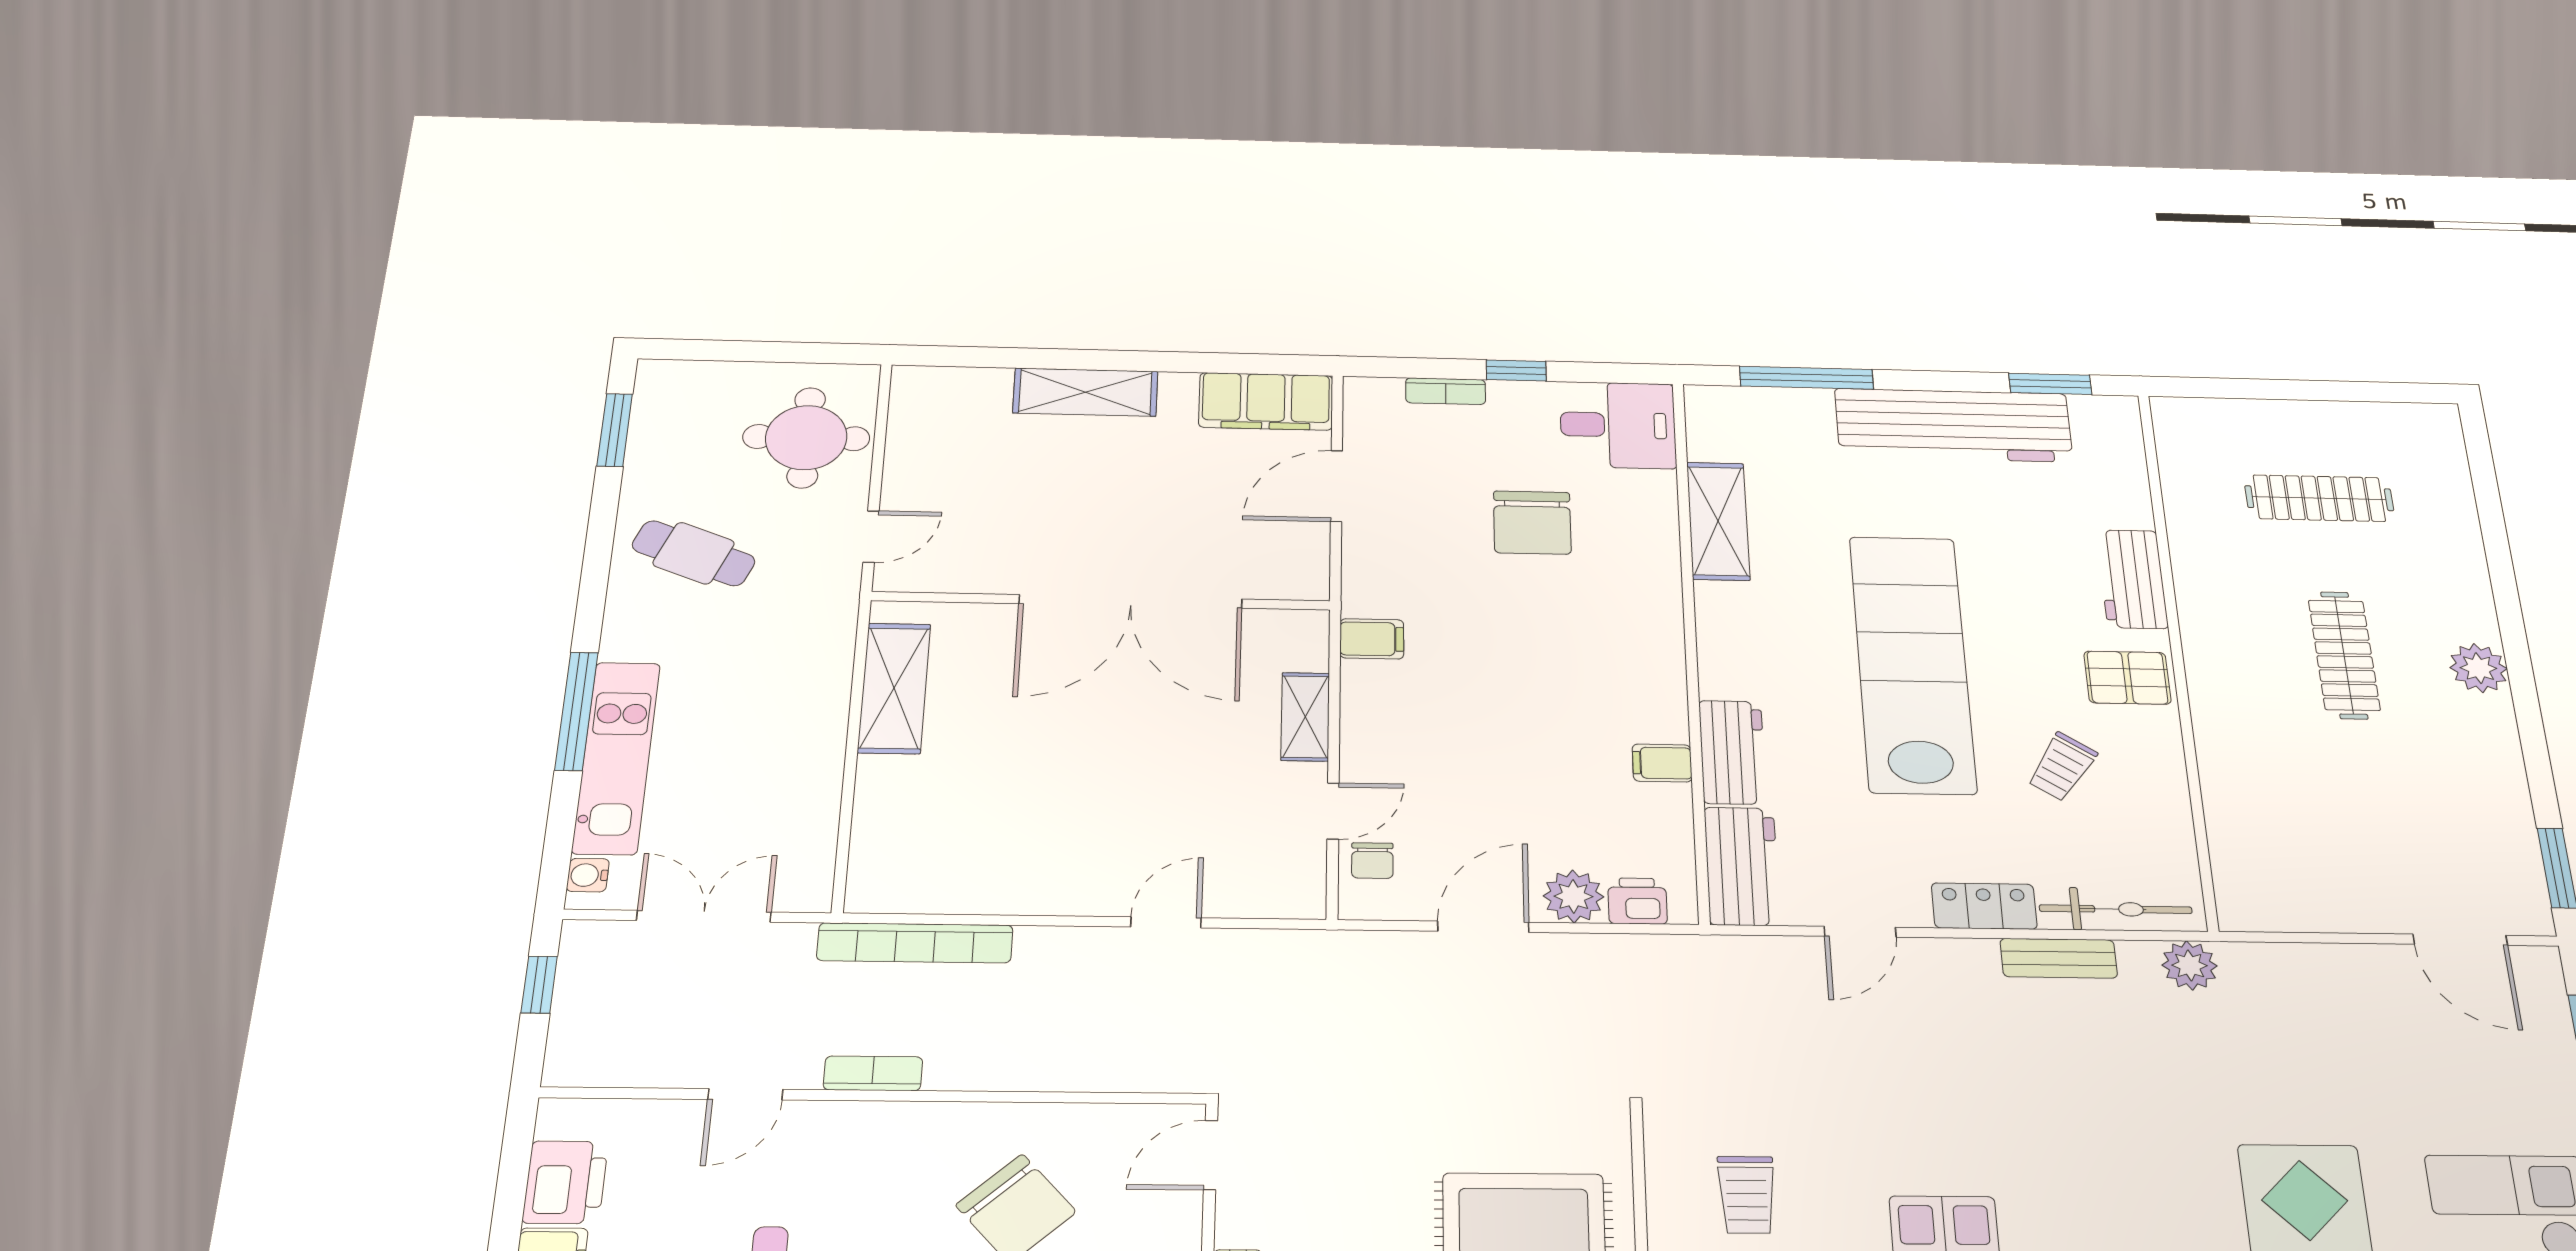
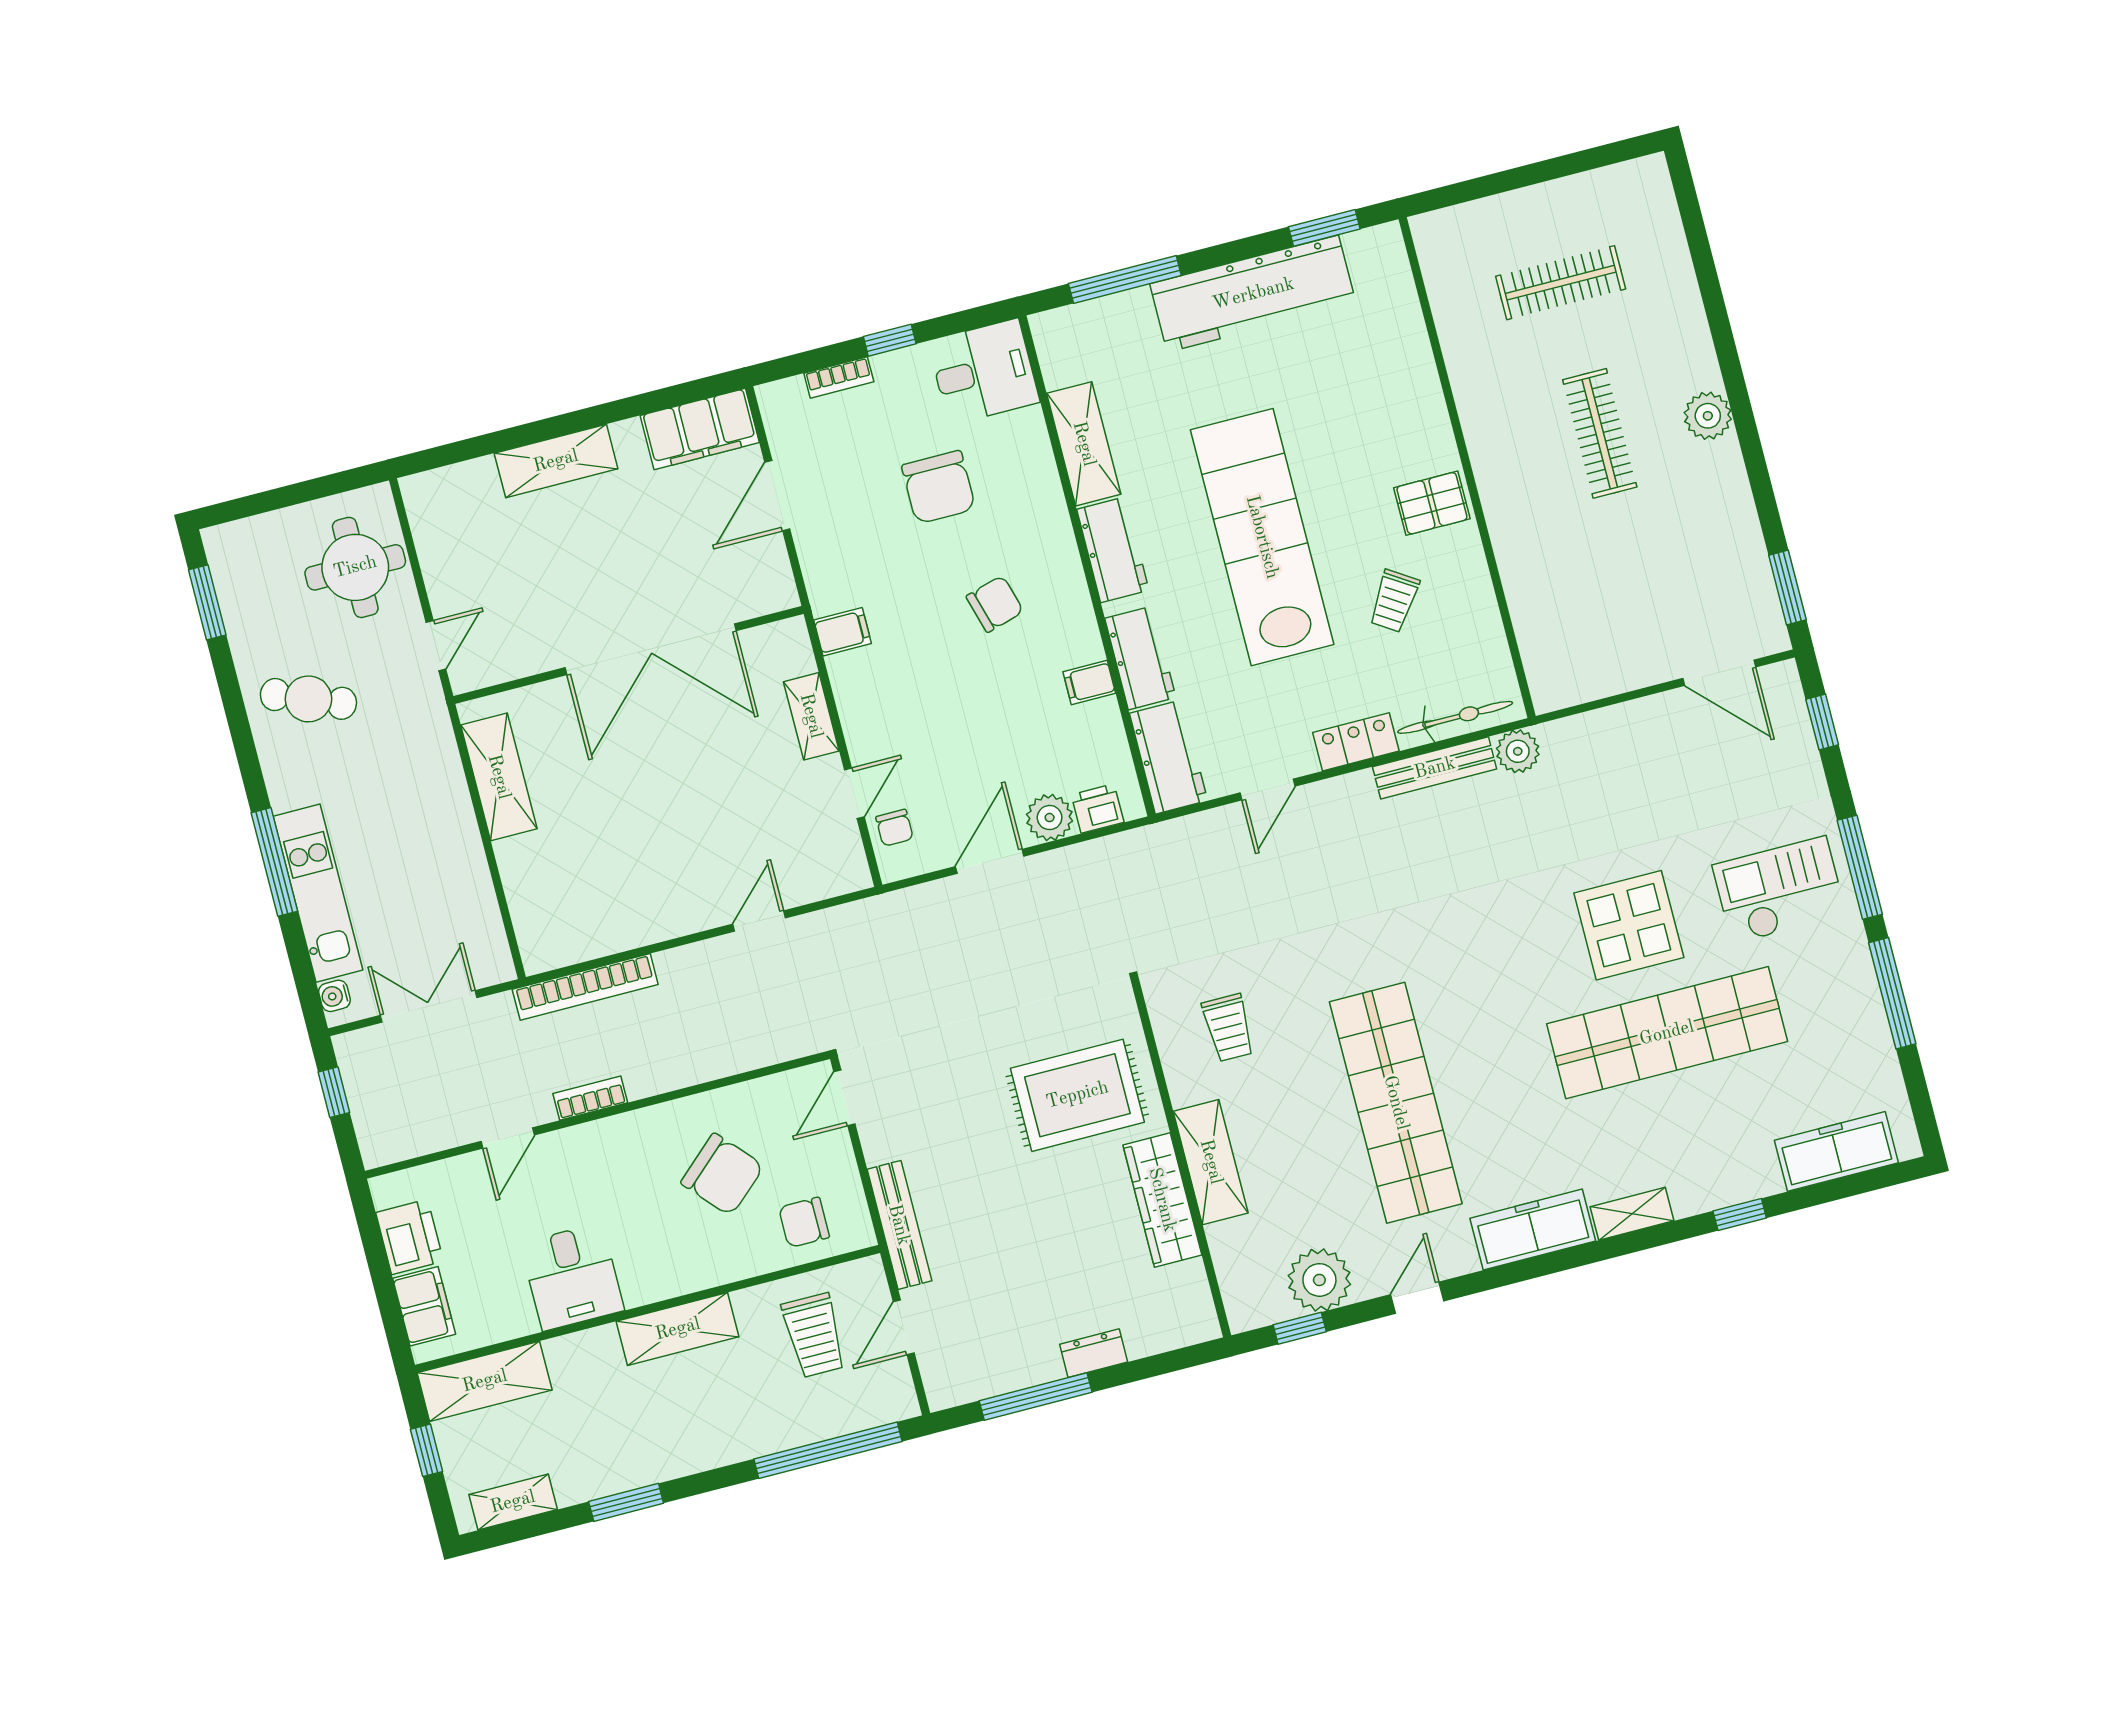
workbench: (2132, 579) -> (1113, 550), moved, turned 180
chair: (1567, 654) -> (995, 604), added
bench: (2059, 958) -> (1435, 768), width x1.36

